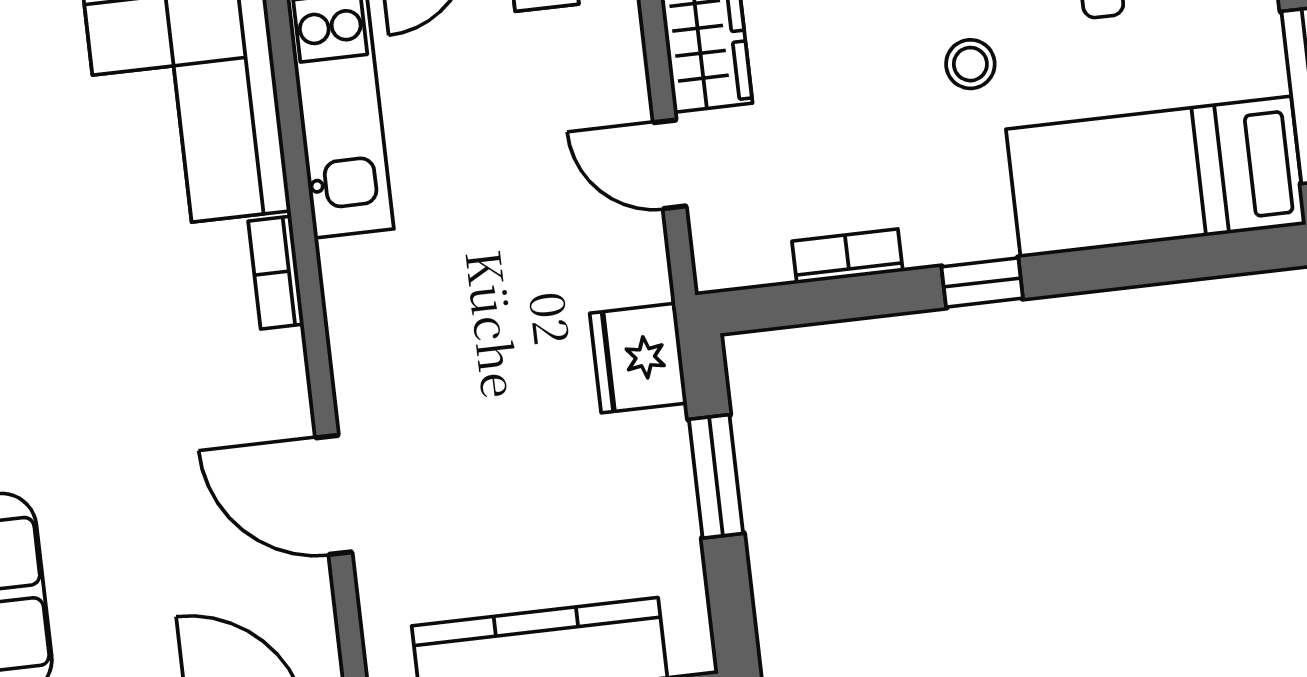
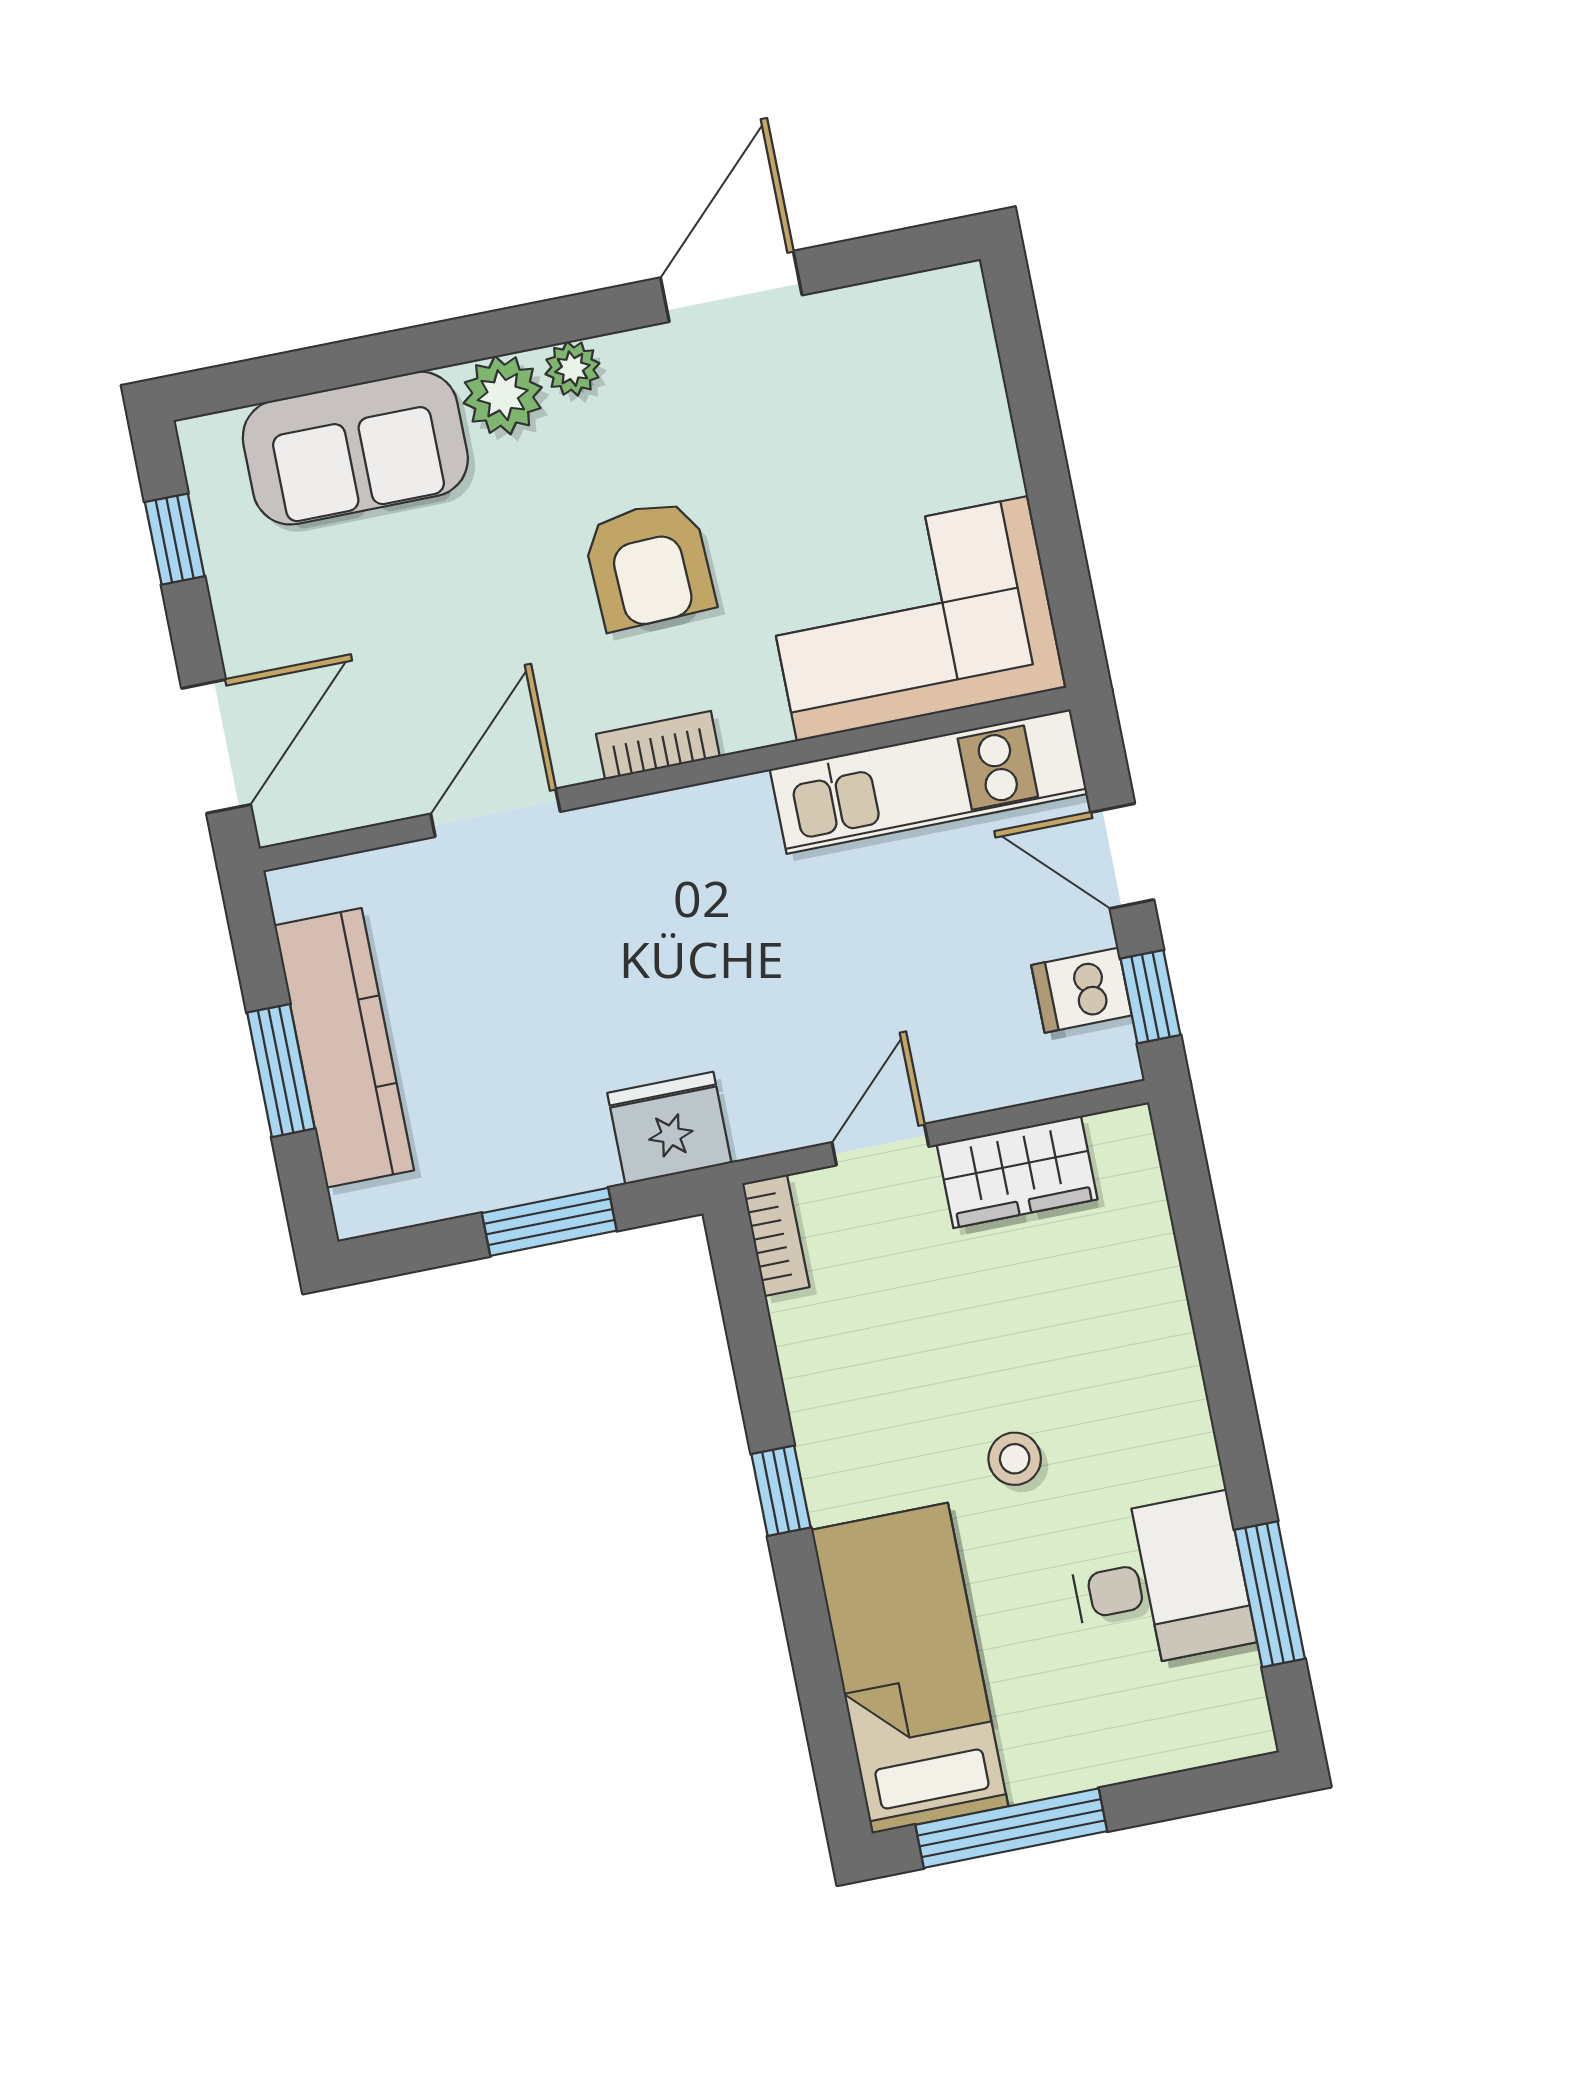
bookcase: (847, 256) -> (776, 1235), moved
bookcase: (276, 273) -> (658, 745), moved
armchair: (116, 334) -> (649, 565), added

